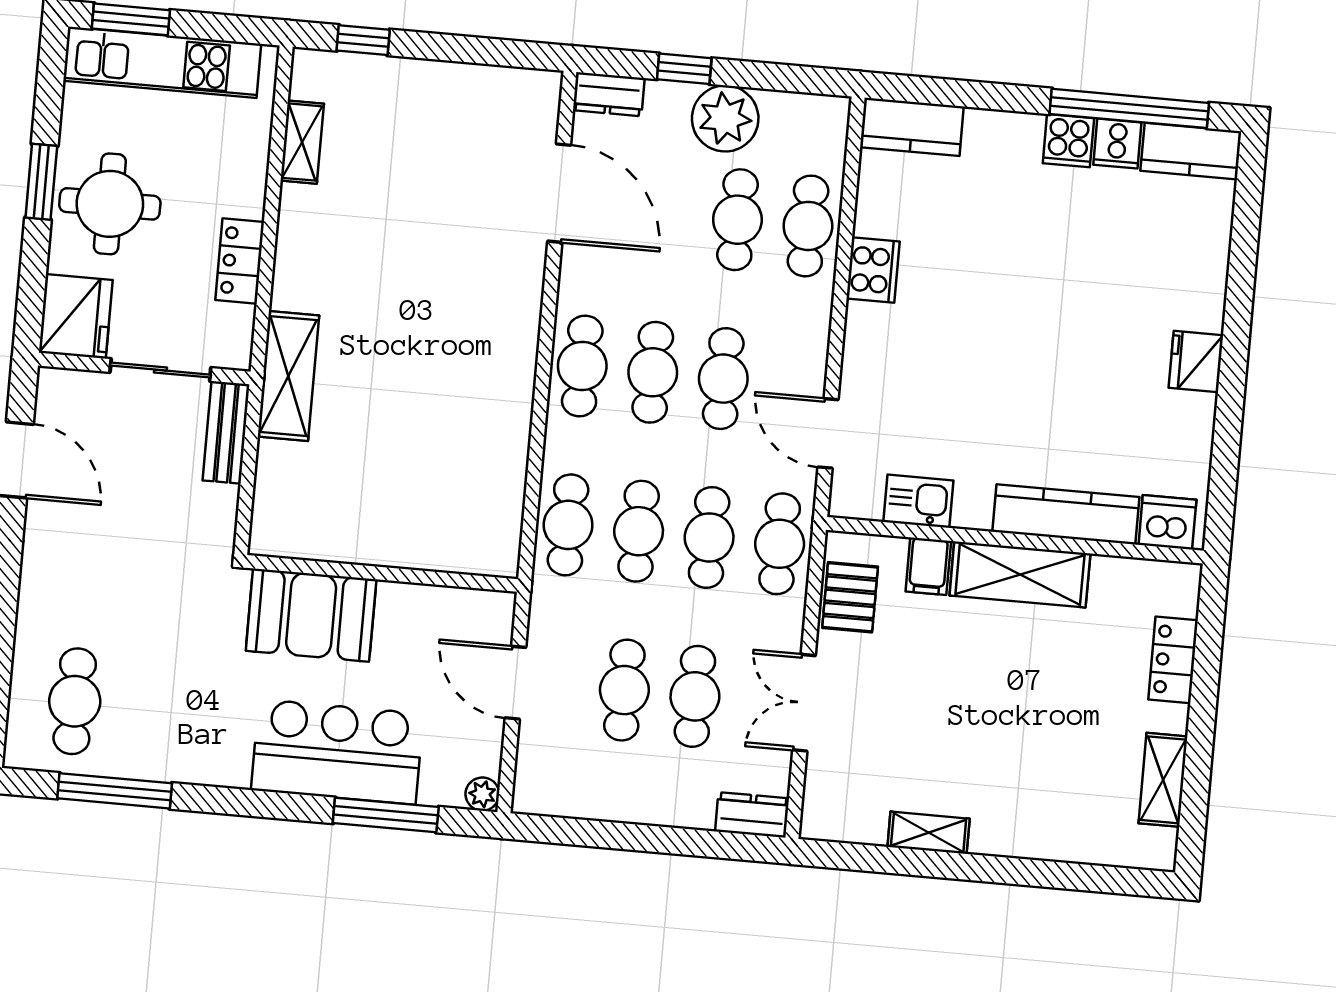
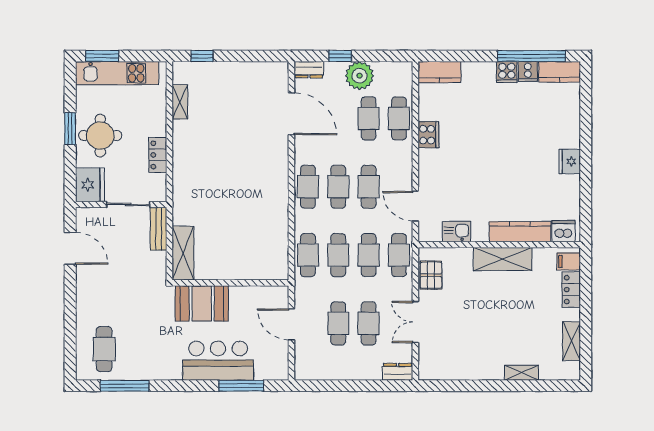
shelving: (288, 376) -> (183, 253), moved
filing cabinet: (928, 566) -> (569, 261), moved, turned 90
plant: (482, 794) -> (282, 373), removed
shelving: (929, 833) -> (522, 373), moved

